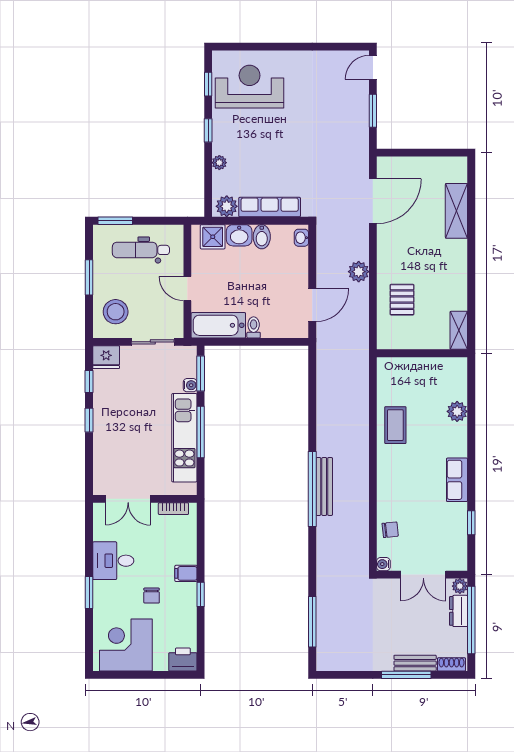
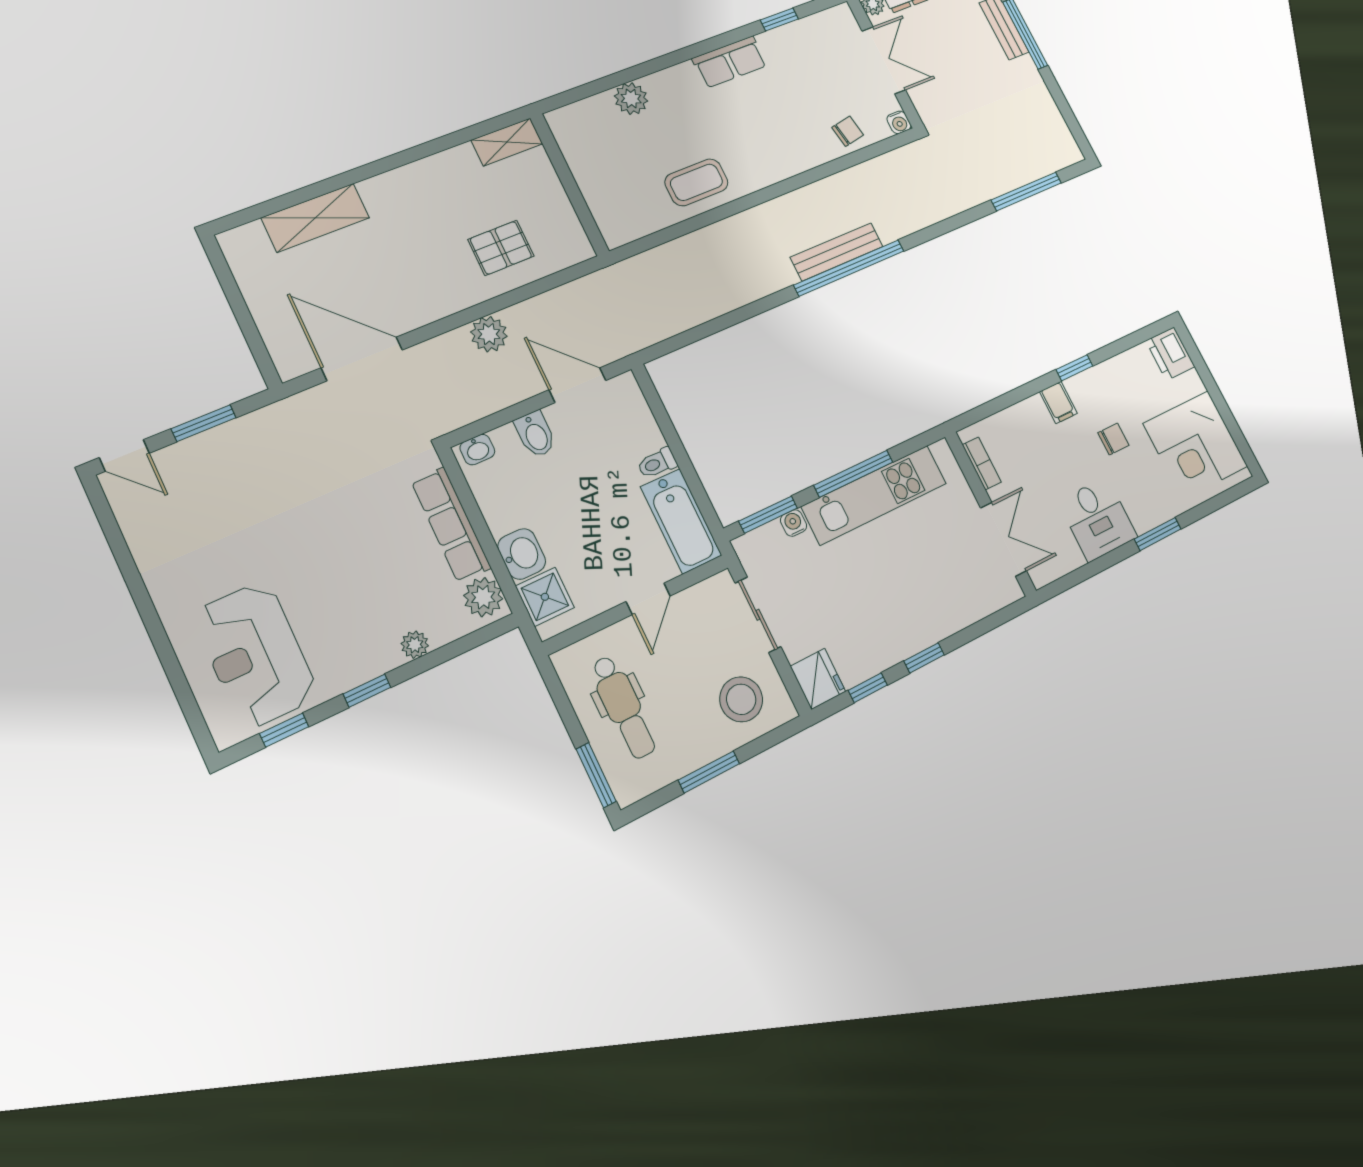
bidet: (262, 237) -> (535, 434), moved, turned 90
chair: (390, 530) -> (848, 131), turned 86

